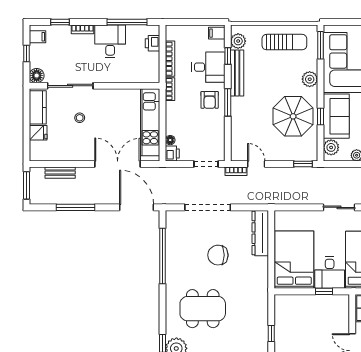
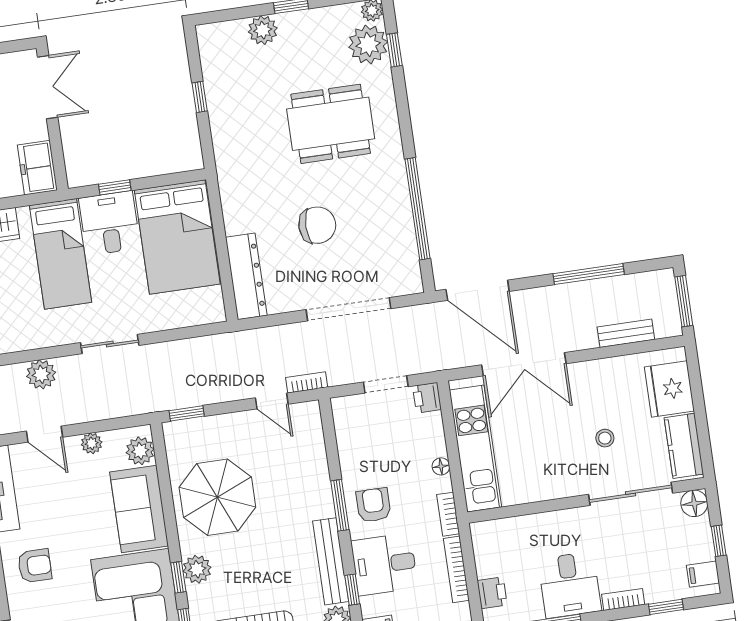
window: (320, 116) -> (178, 577), moved
fridge: (38, 133) -> (669, 389), width x1.88, depth x1.34
floor lamp: (170, 140) -> (441, 466), moved
doorway: (206, 164) -> (386, 384), moved

